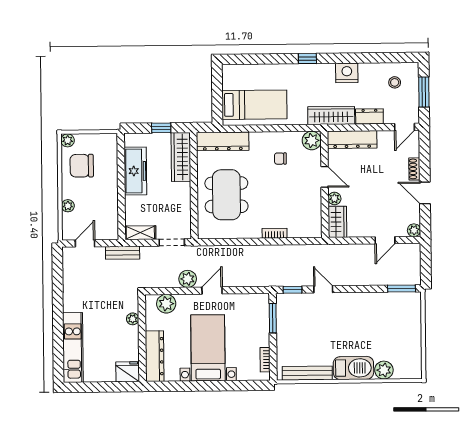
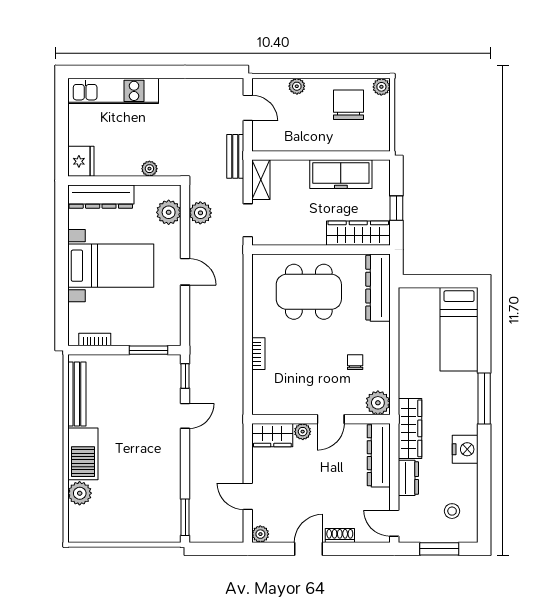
window: (307, 59) -> (484, 398), width x2.17
bed: (254, 105) -> (459, 329), moved
plant: (188, 279) -> (200, 213), moved

